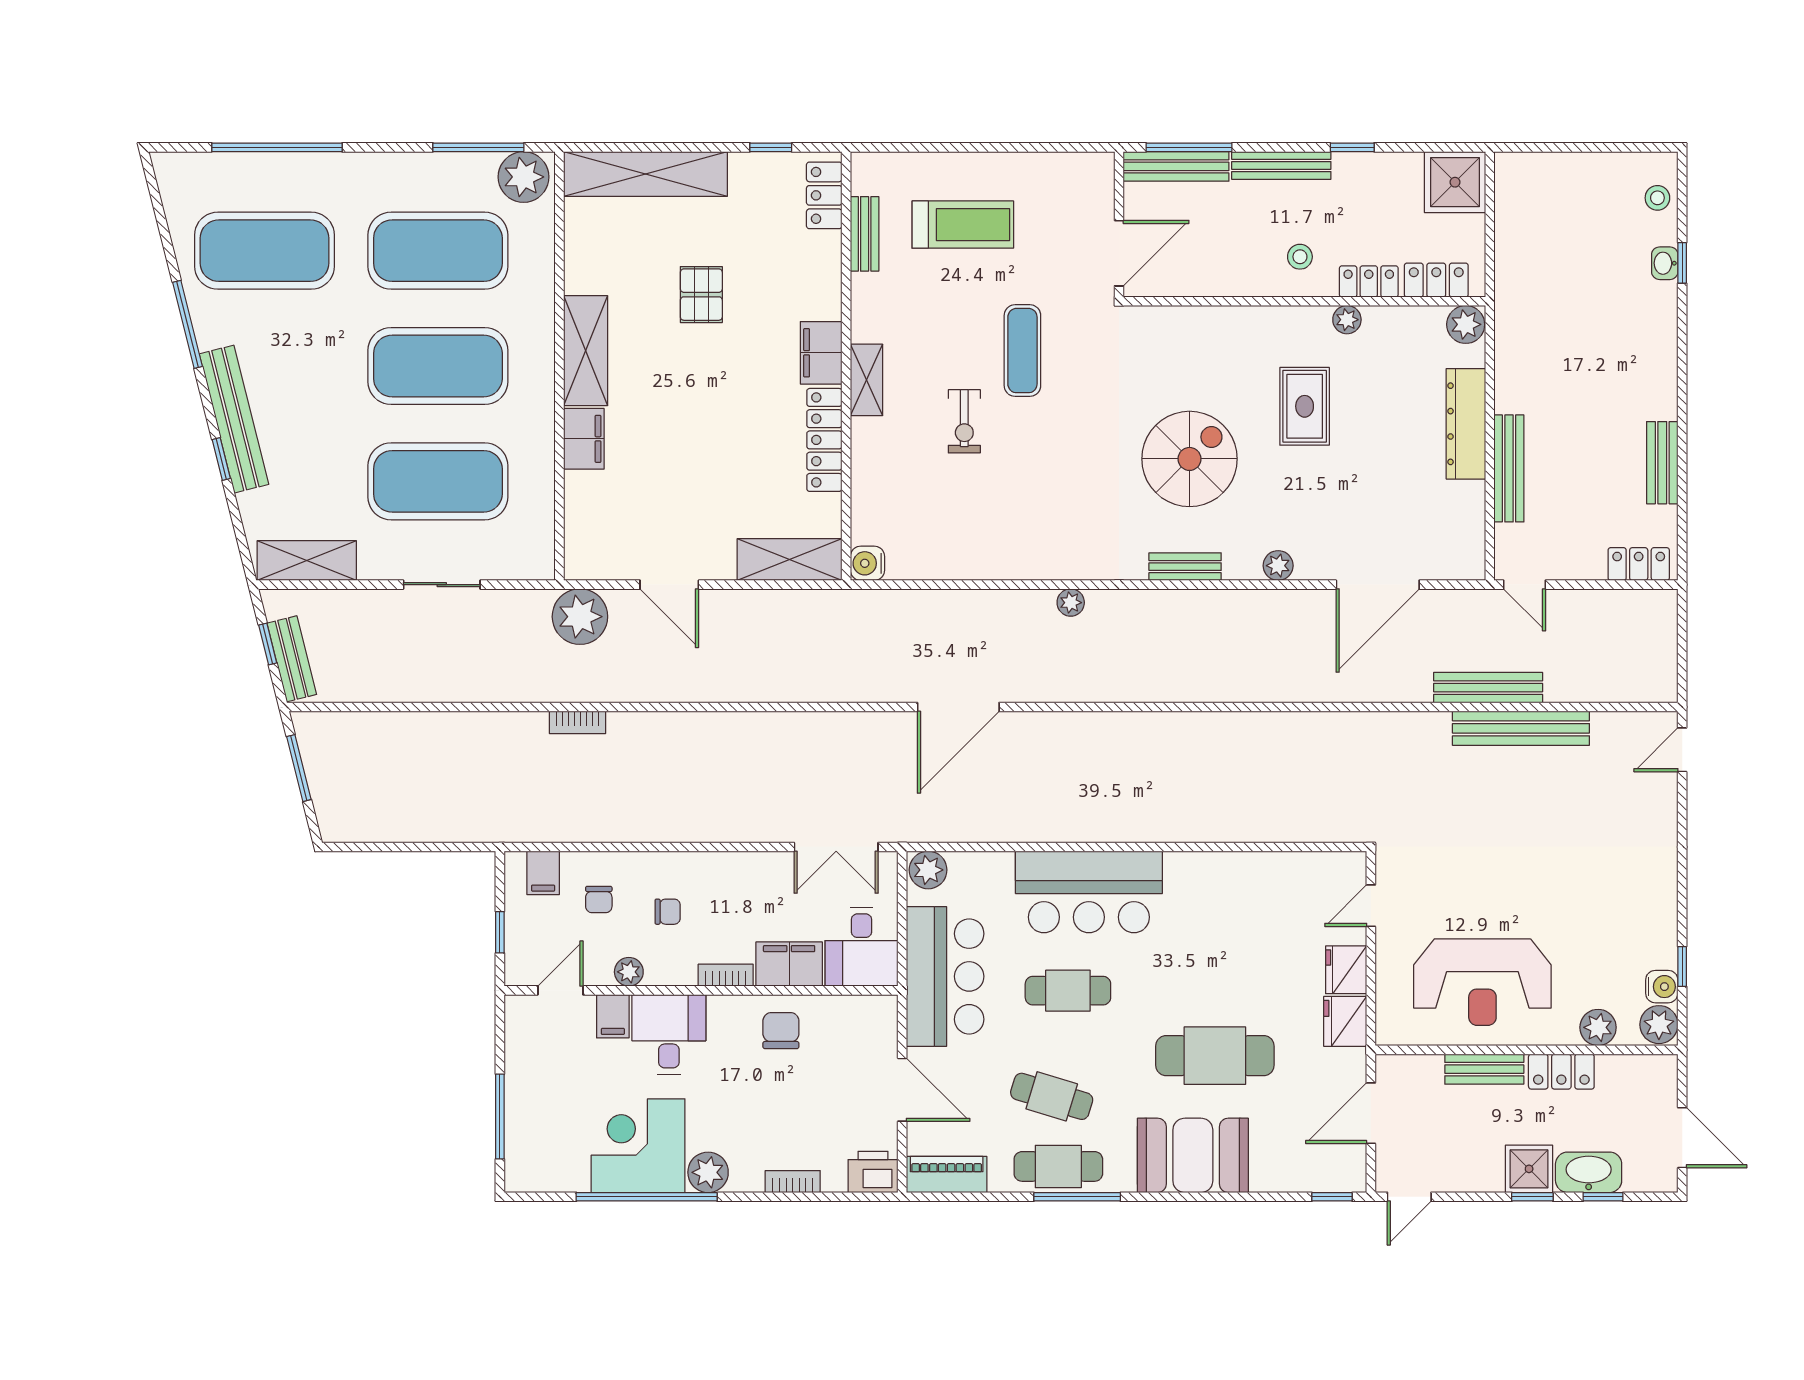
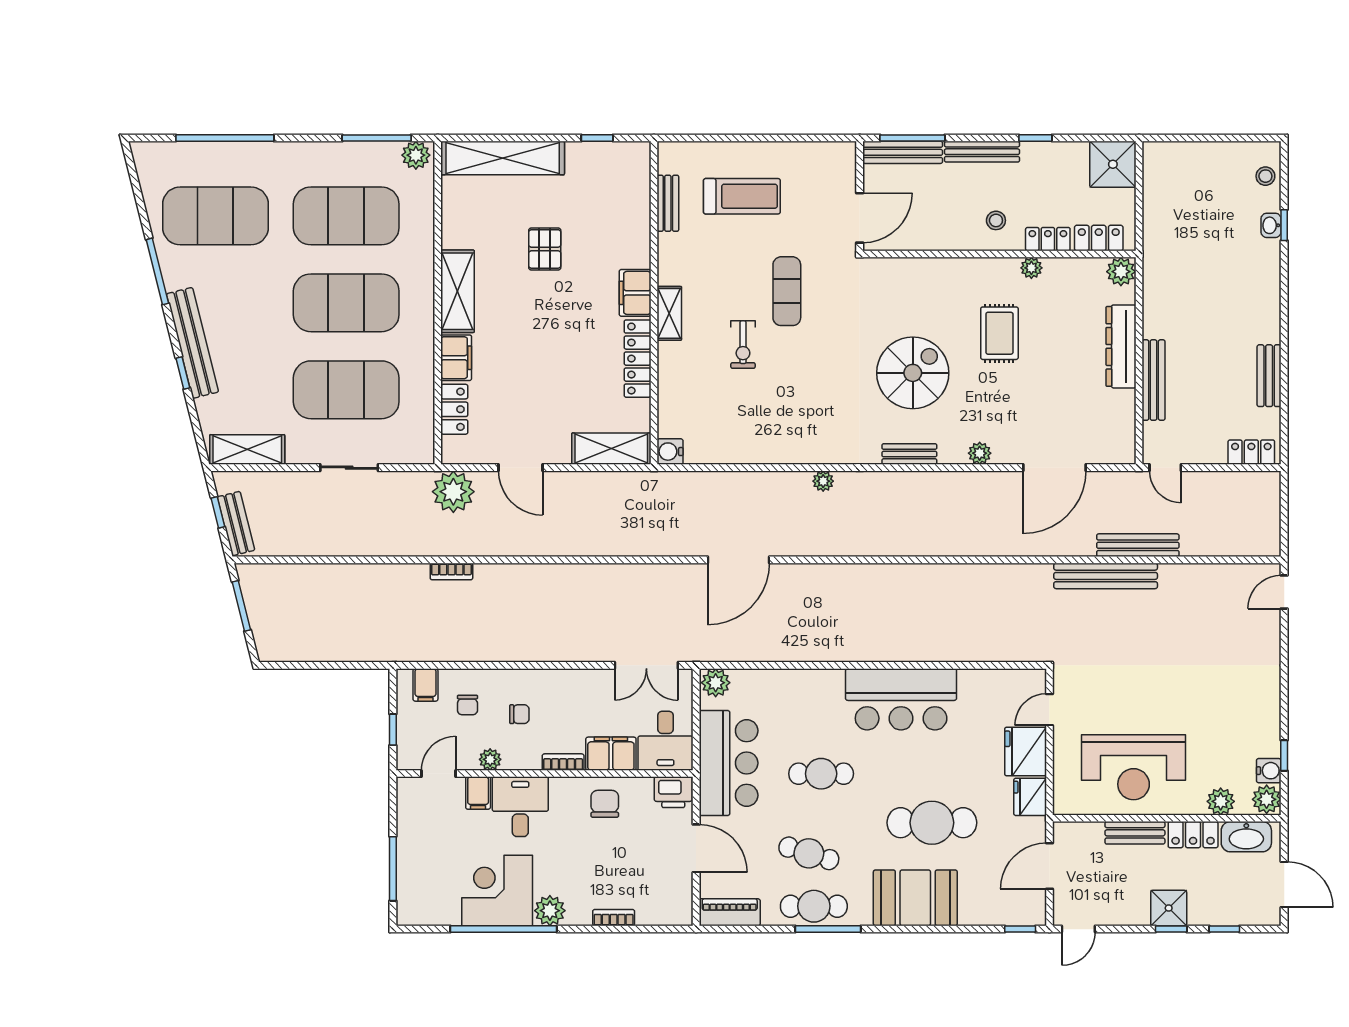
plant: (524, 177) -> (416, 155), width x0.73, depth x0.73
locker: (824, 195) -> (454, 409), moved, turned 180
bench: (1521, 728) -> (1106, 576), moved
bar counter: (1089, 892) -> (901, 699), moved
fridge: (1346, 970) -> (1026, 752), width x1.36, depth x1.34
printer: (873, 1172) -> (673, 792), moved, turned 180
washbasin: (1589, 1172) -> (1246, 837), moved, turned 180

